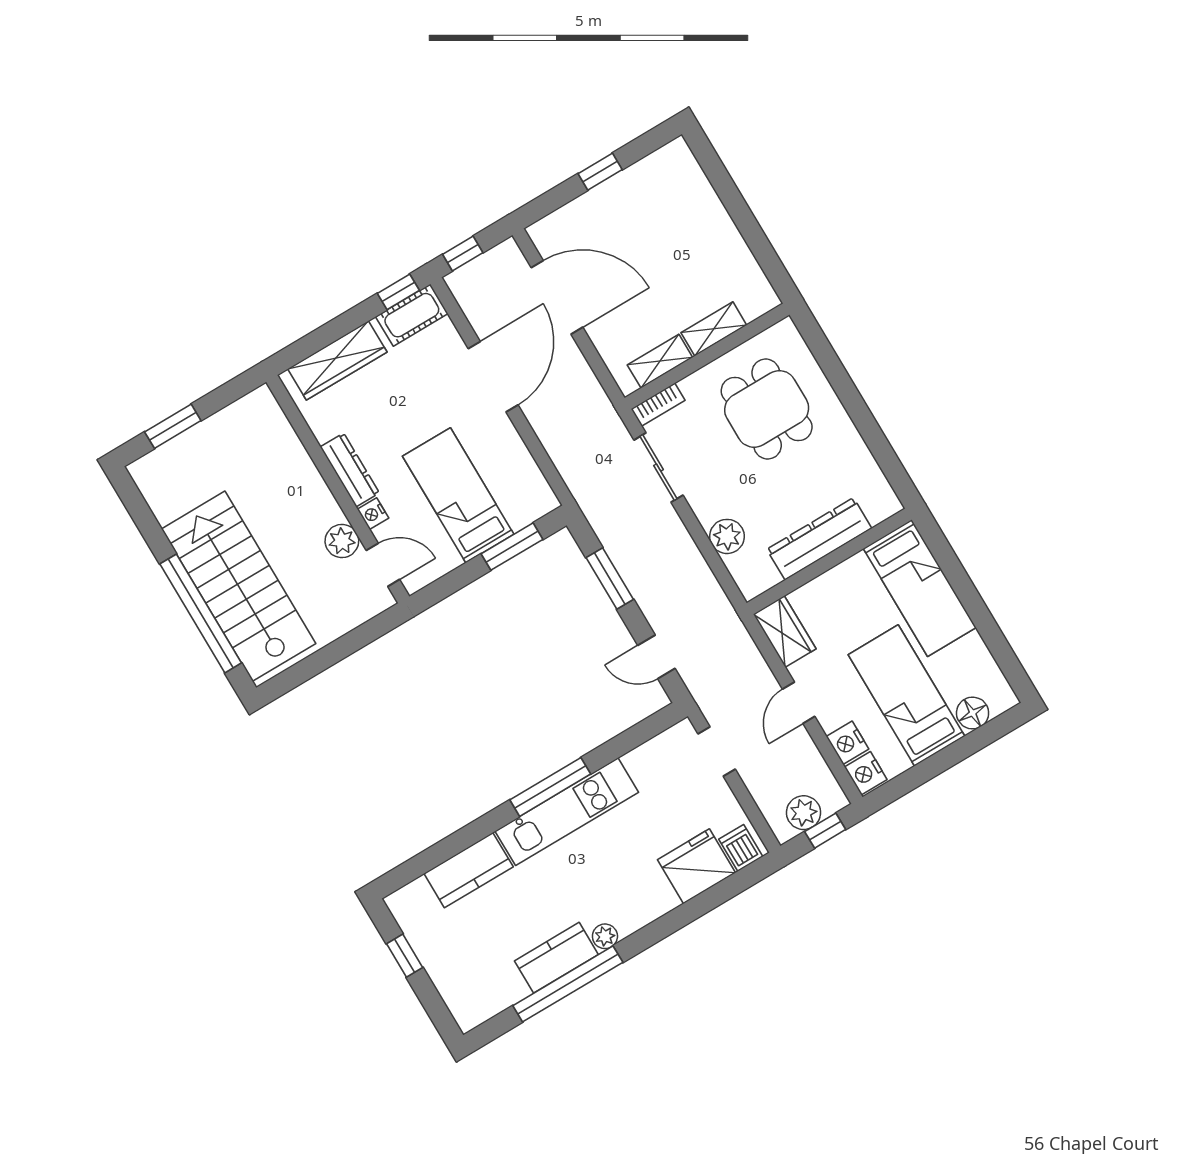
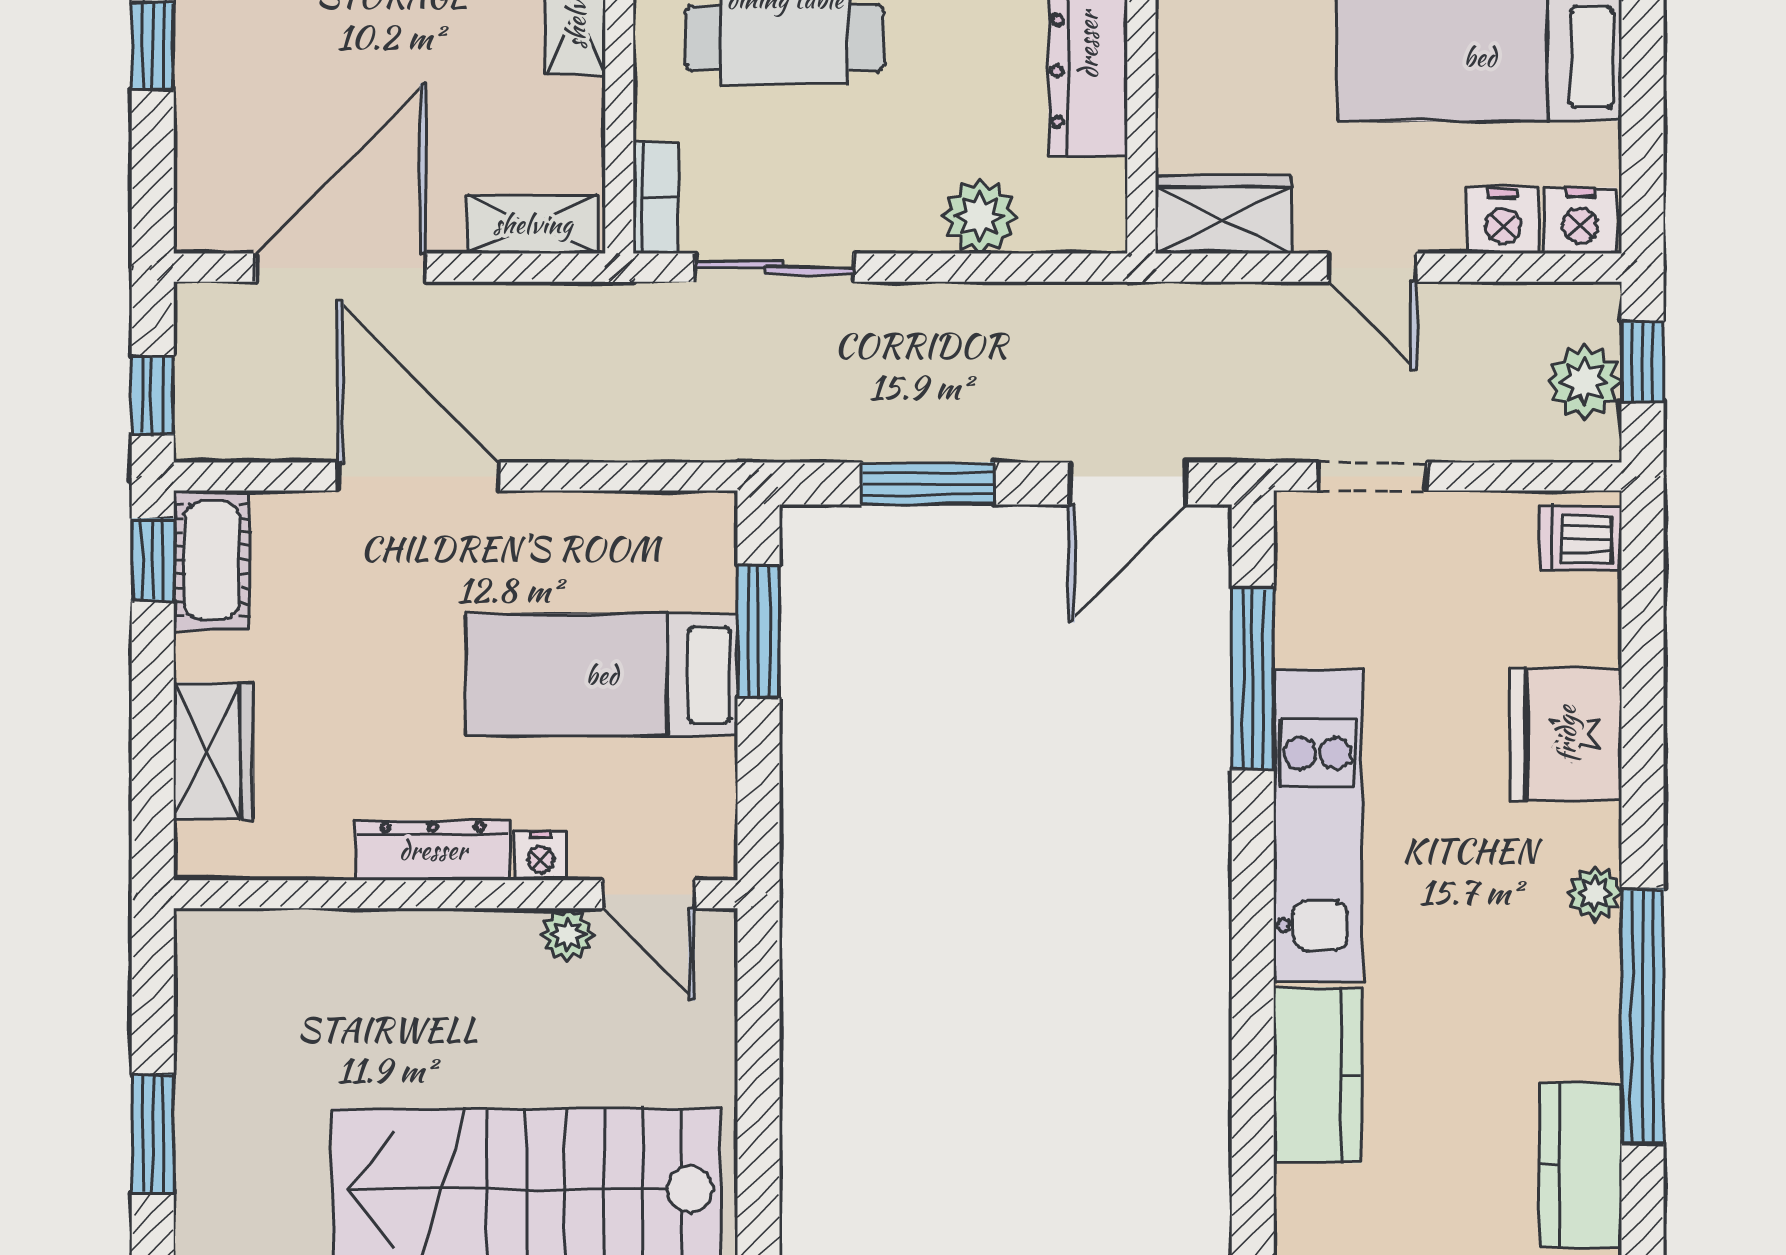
wardrobe: (337, 361) -> (213, 751), width x0.67
shelving: (660, 361) -> (533, 224), moved, turned 90
plant: (342, 541) -> (567, 935), width x0.73, depth x0.73
door: (383, 565) -> (648, 894), swing flipped
door: (656, 657) -> (1128, 483), width x1.37
window: (550, 787) -> (1253, 679), moved
fridge: (697, 866) -> (1566, 734), moved
kitchen counter: (556, 958) -> (1581, 1166), moved

